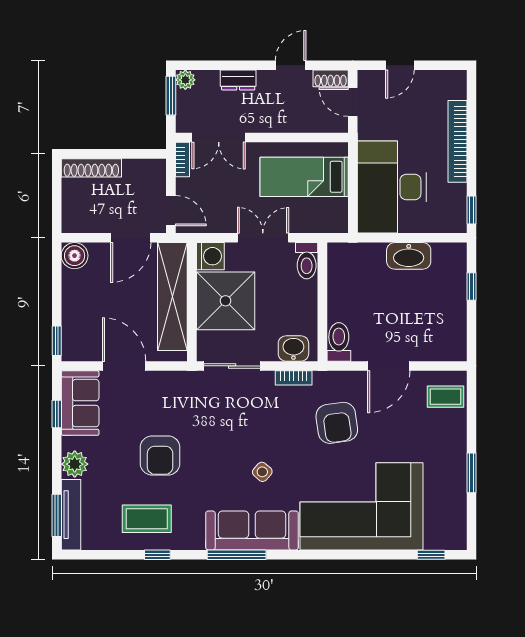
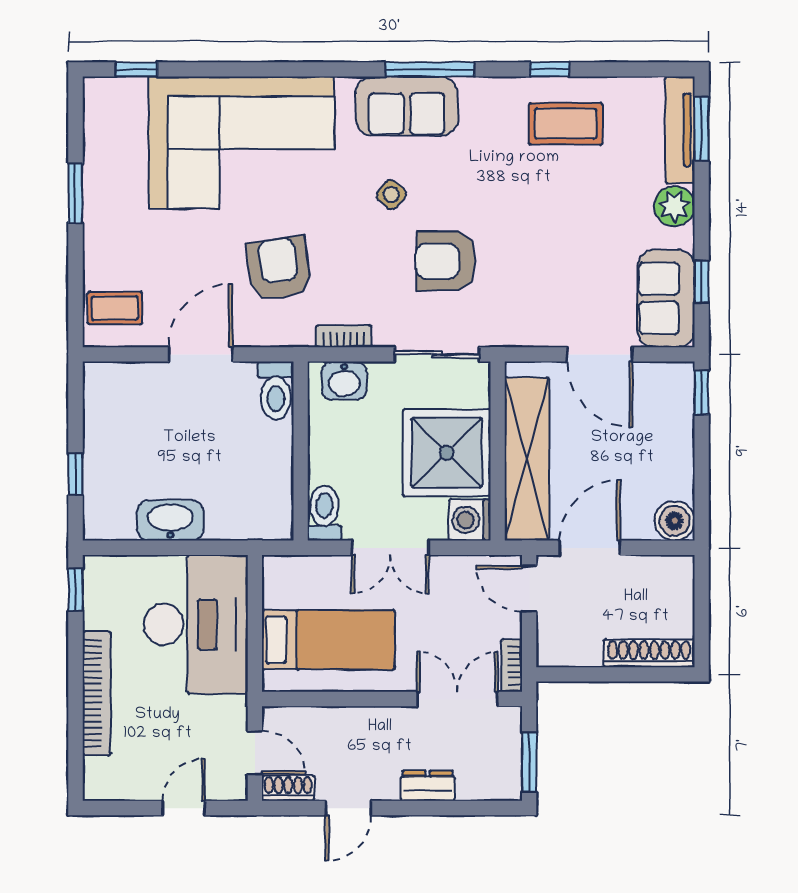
plant: (185, 80) -> (507, 786), removed
armchair: (160, 455) -> (446, 261), moved, turned -90
sofa: (252, 530) -> (407, 106), width x0.73

